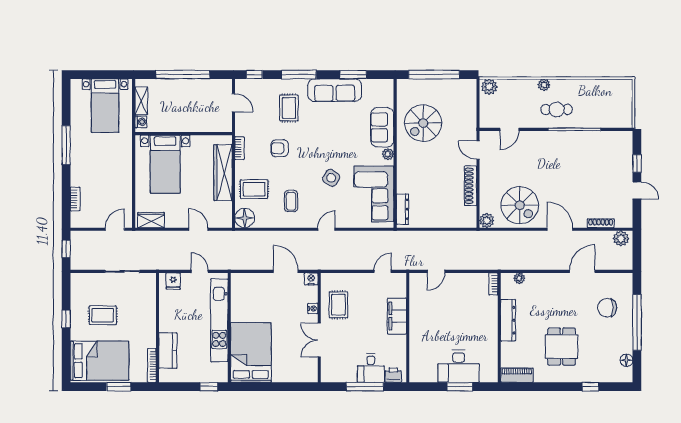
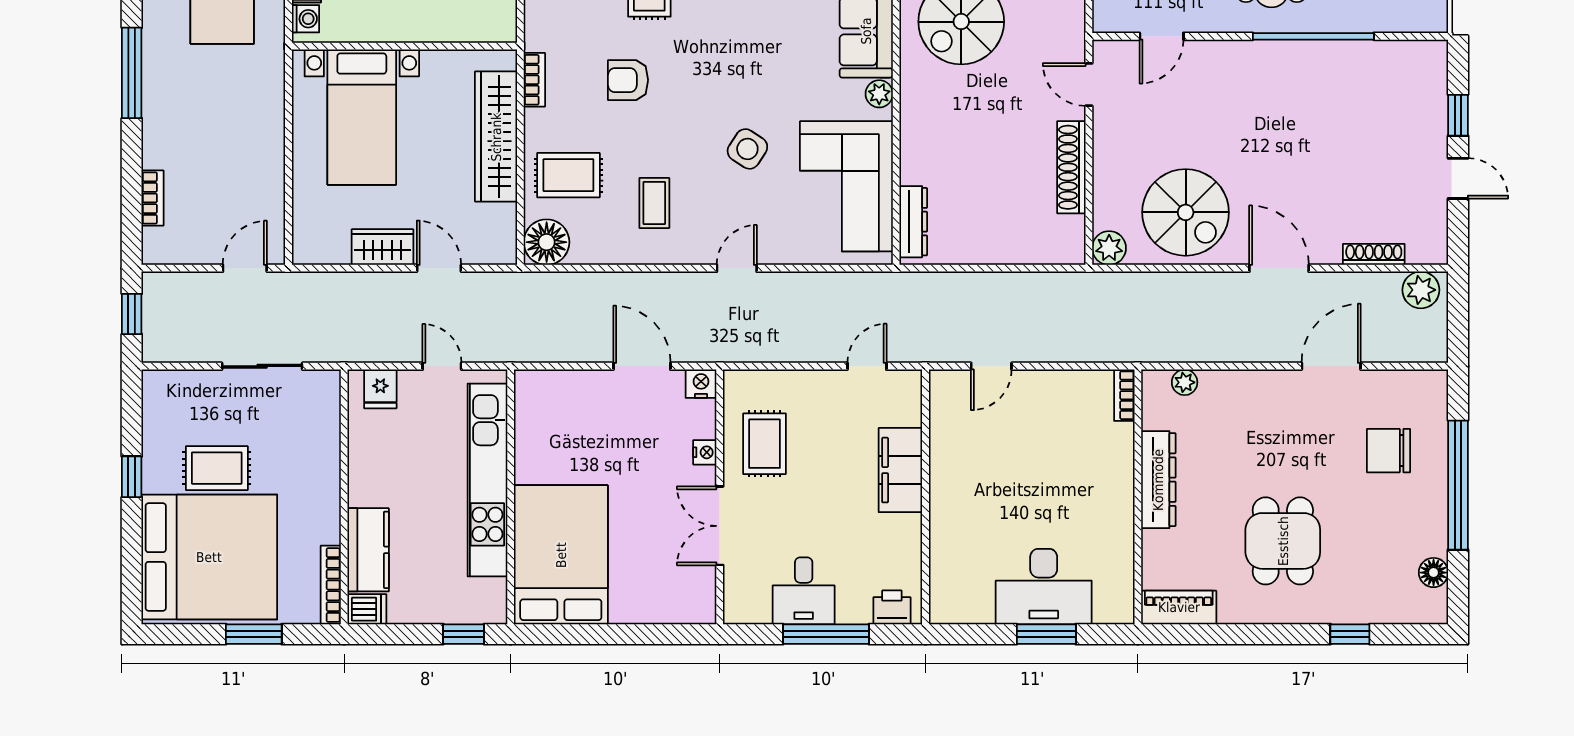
wardrobe: (151, 220) -> (382, 247), moved
bed: (100, 361) -> (209, 557), width x1.36
desk: (371, 368) -> (804, 591), moved
dishwasher: (167, 376) -> (367, 609), added

